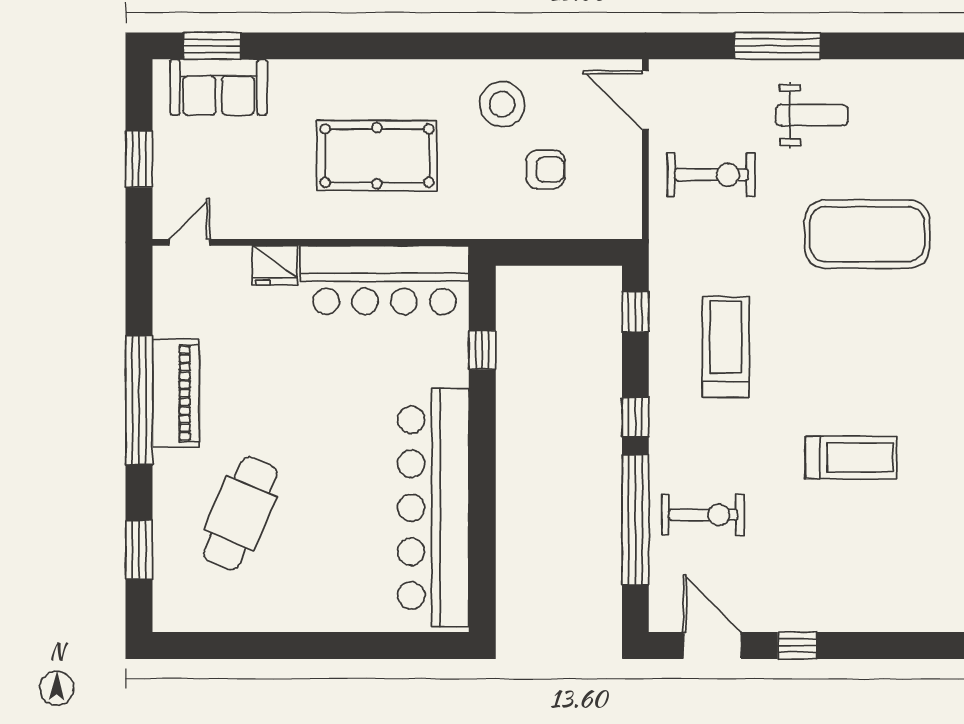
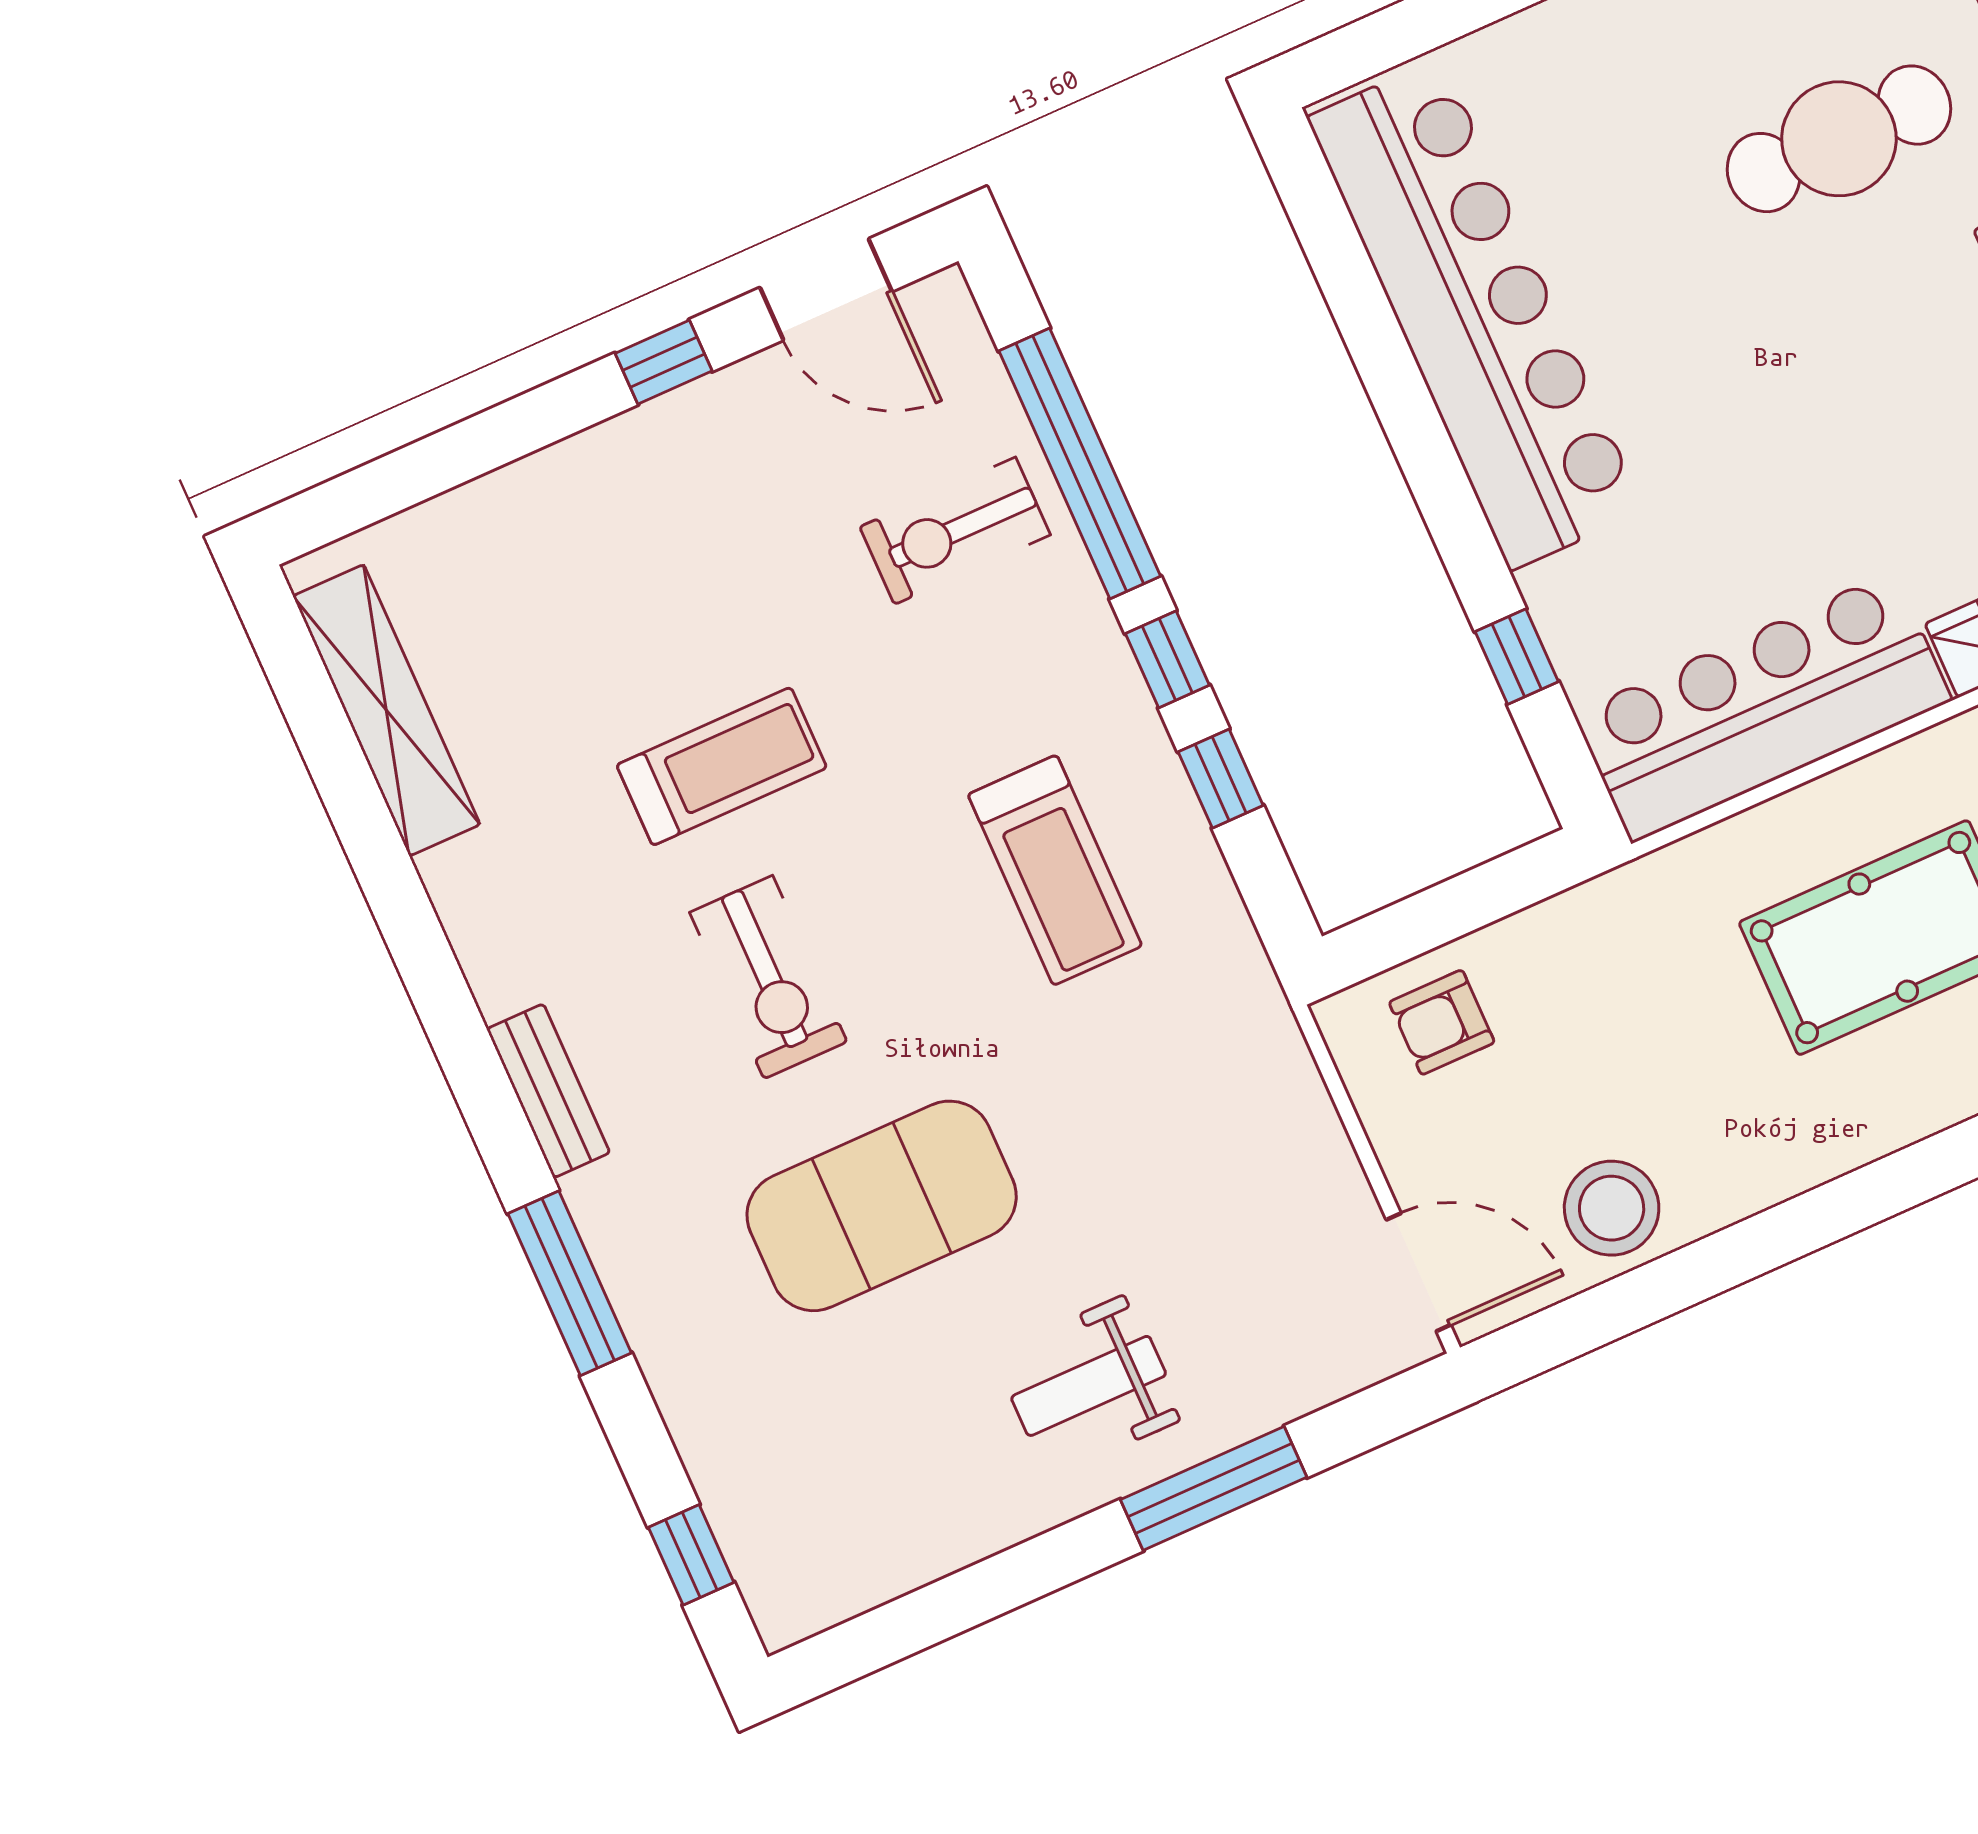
stool: (502, 104) -> (1612, 1208), moved
armchair: (546, 169) -> (1442, 1022), moved
exercise bike: (711, 175) -> (768, 977), moved, turned -90
window: (635, 312) -> (1221, 779), moved
treadmill: (851, 458) -> (722, 766), turned 180
cafe table: (240, 513) -> (1839, 139), turned 67

